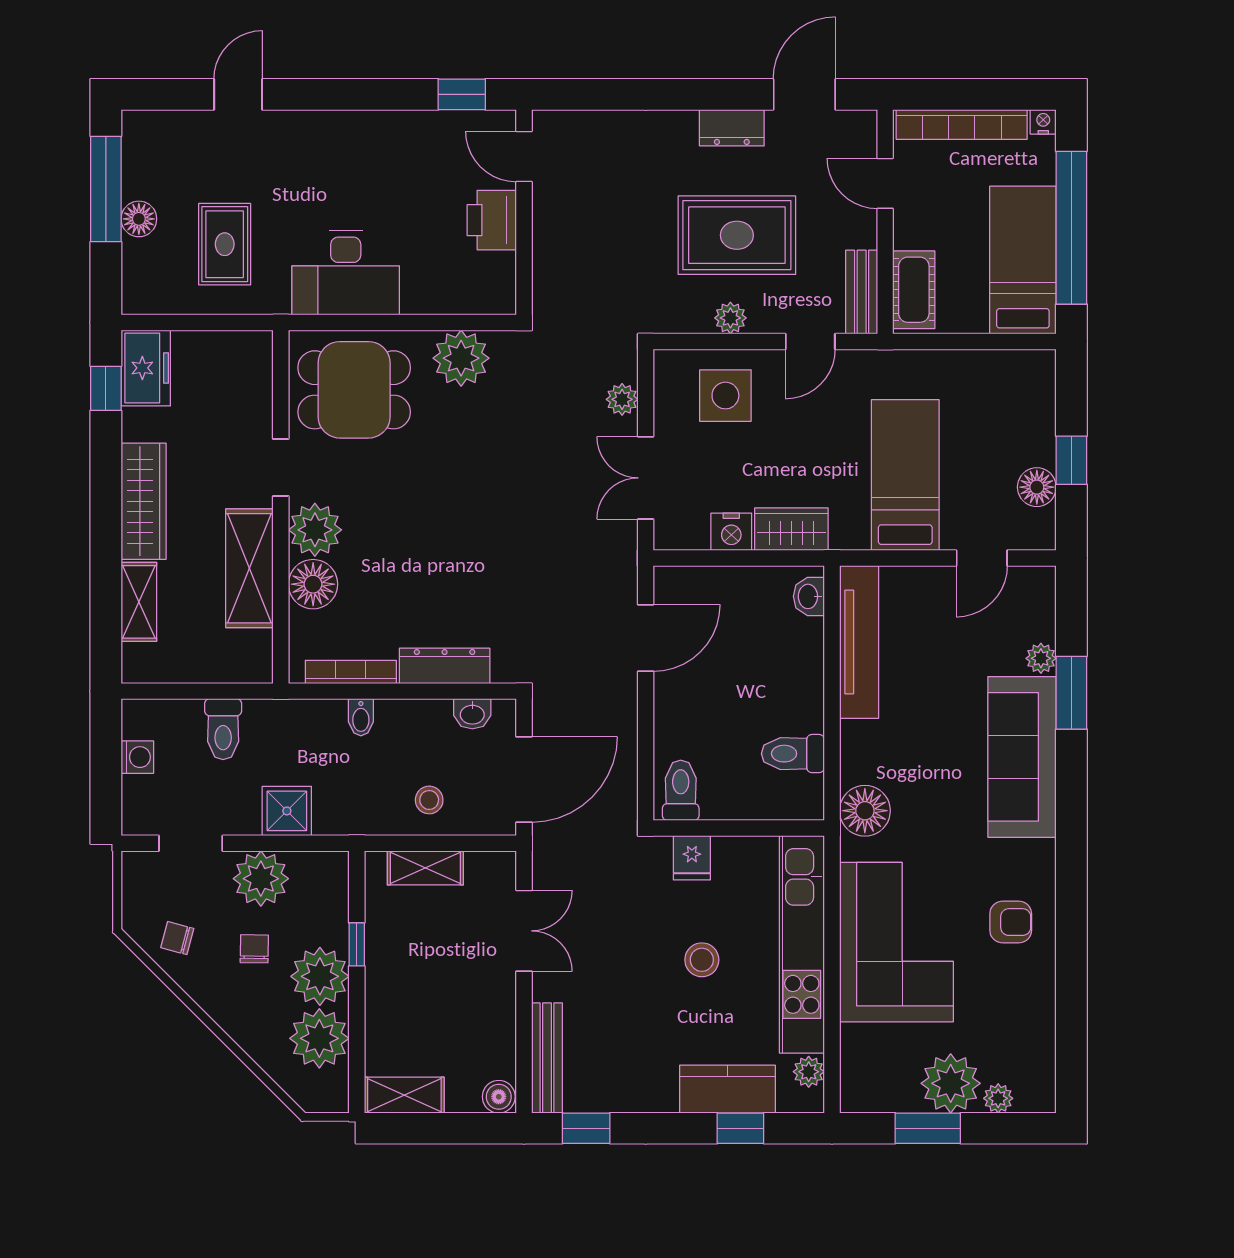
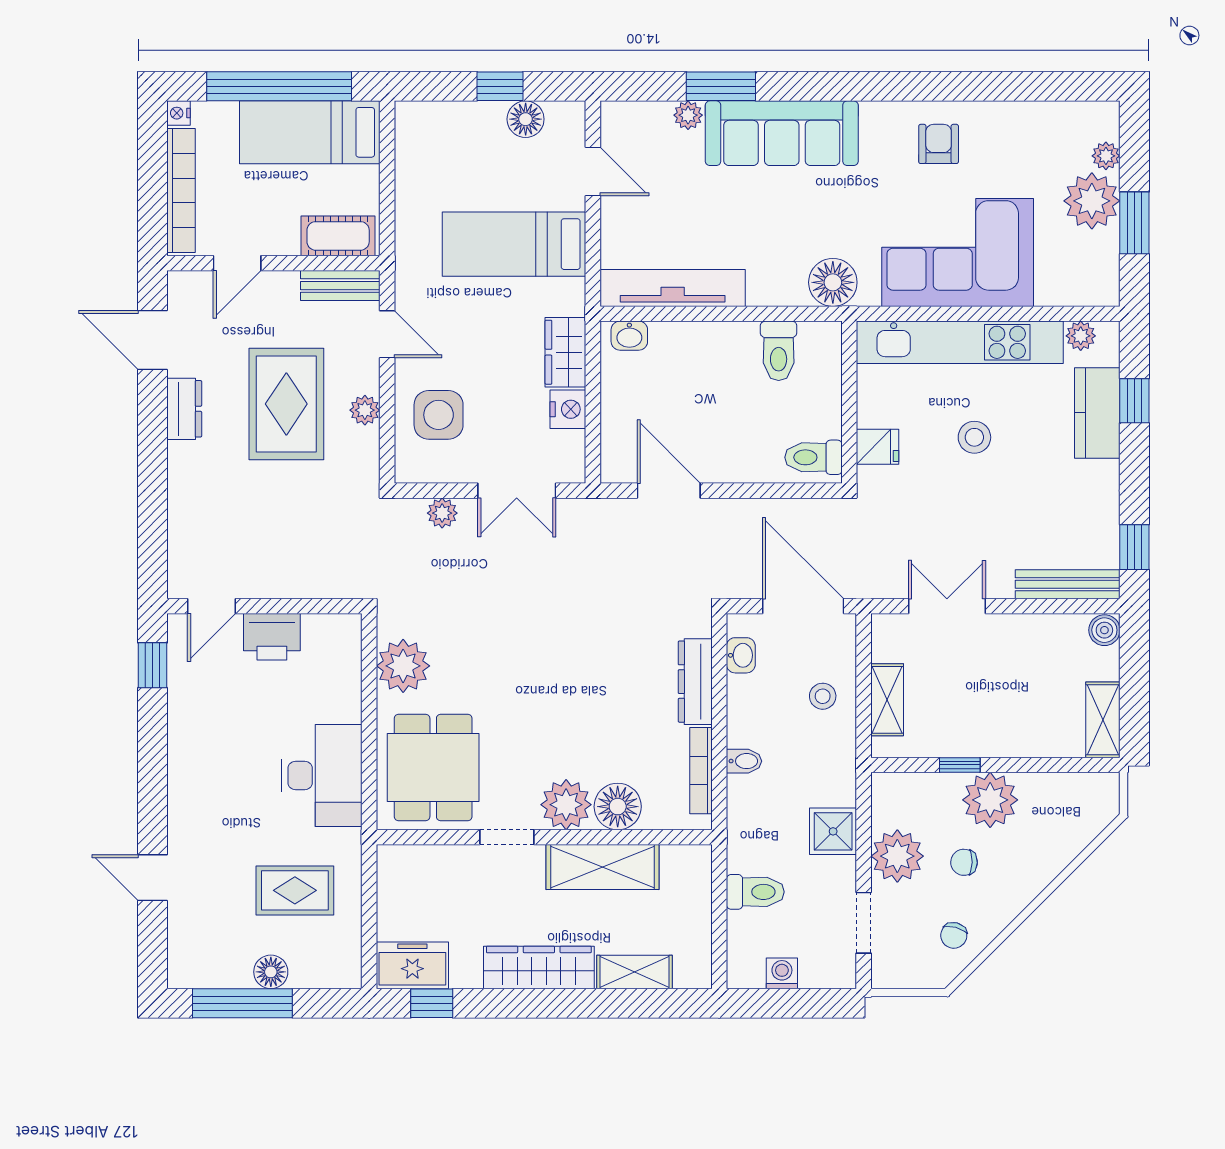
plant: (319, 1038) -> (1049, 801), removed

